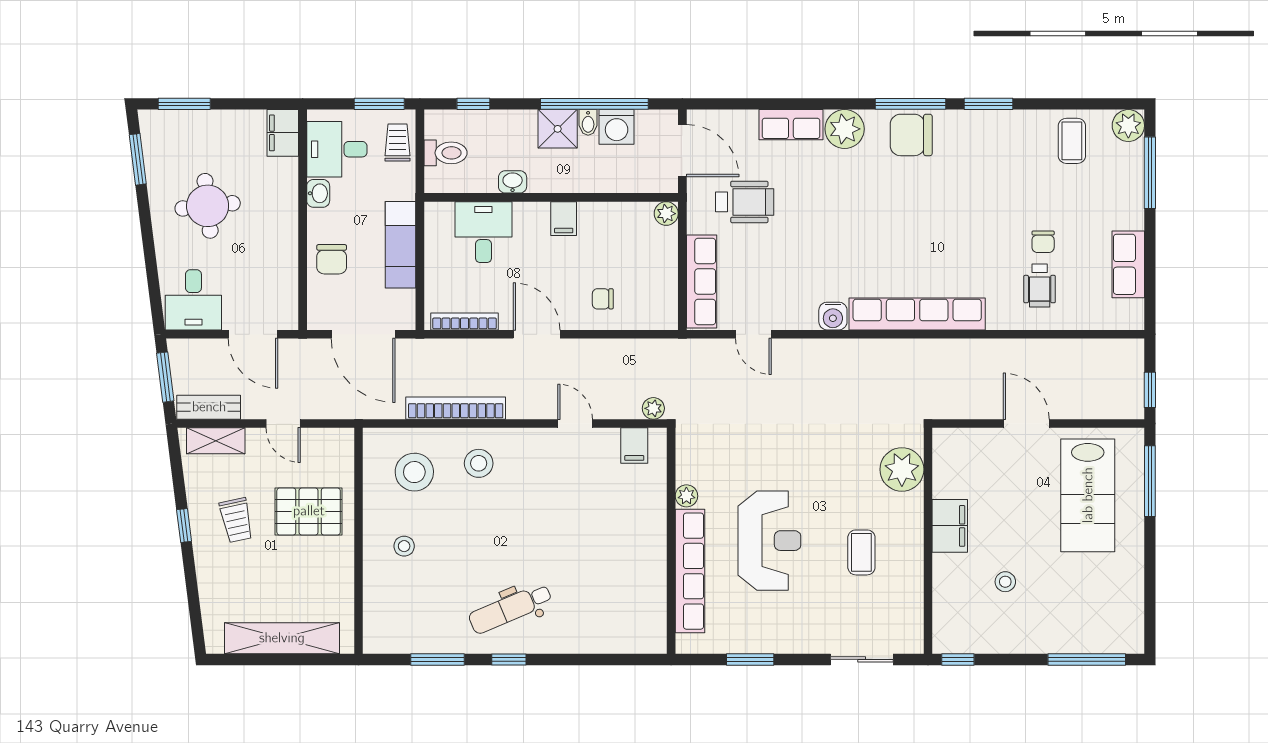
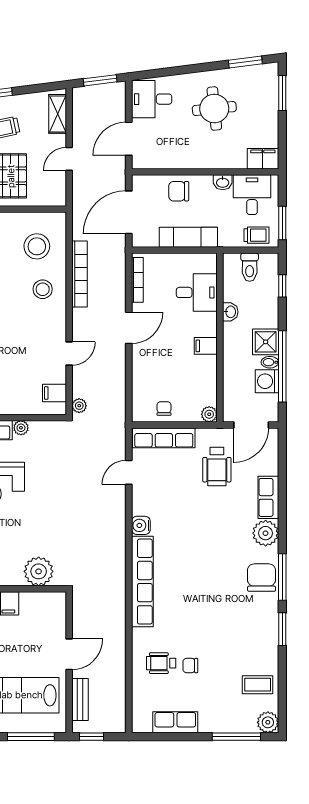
chair: (603, 299) -> (164, 409), moved
bench: (209, 407) -> (80, 700), moved

